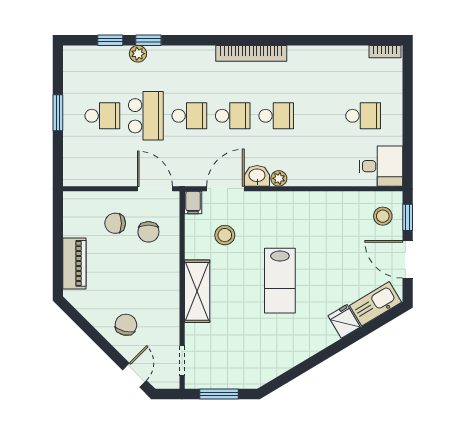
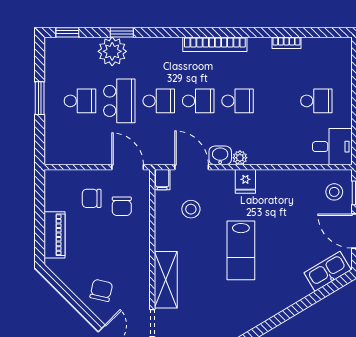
window: (110, 40) -> (67, 32), moved
bookcase: (385, 52) -> (286, 43), moved
plant: (138, 54) -> (112, 51), width x1.87, depth x1.87
door: (225, 189) -> (192, 167), hinge flipped
shelving: (197, 291) -> (166, 280), moved
fridge: (344, 321) -> (245, 181), moved, turned -149

